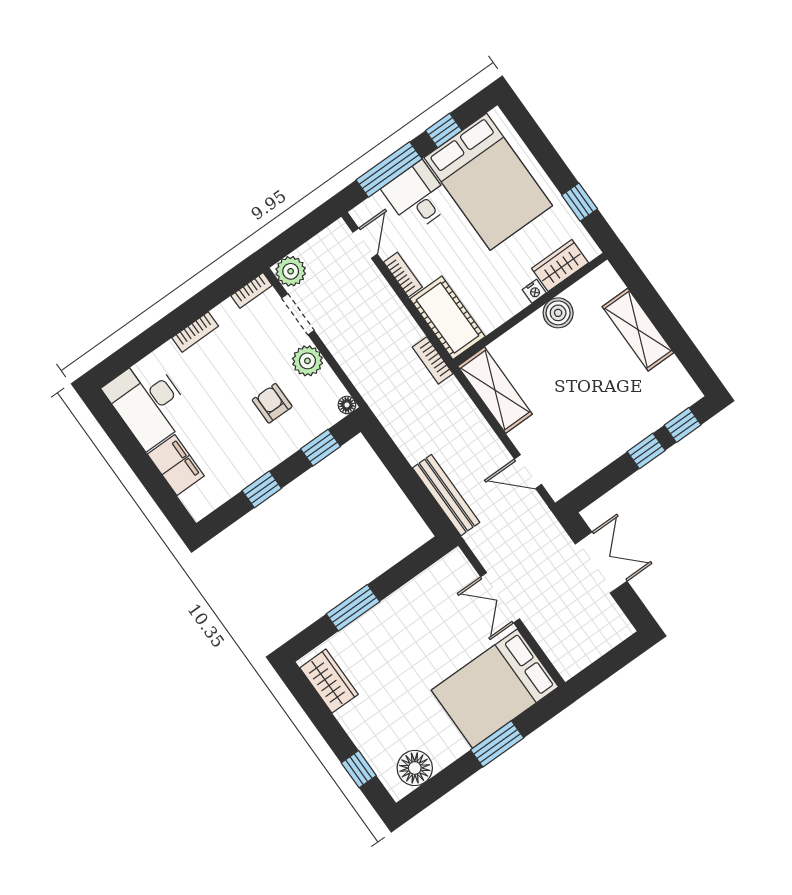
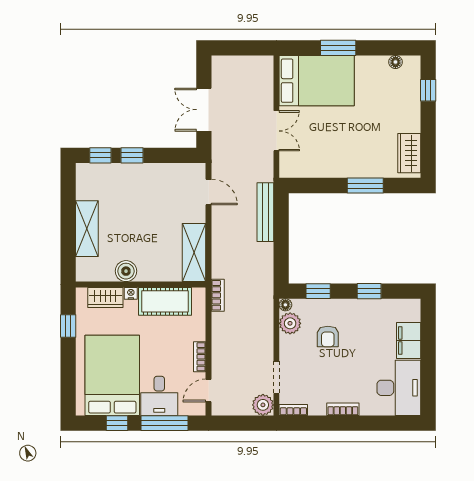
cot: (447, 318) -> (165, 301), moved, turned 90
plant: (307, 361) -> (290, 323), moved
floor lamp: (415, 768) -> (395, 62), width x0.53, depth x0.53

